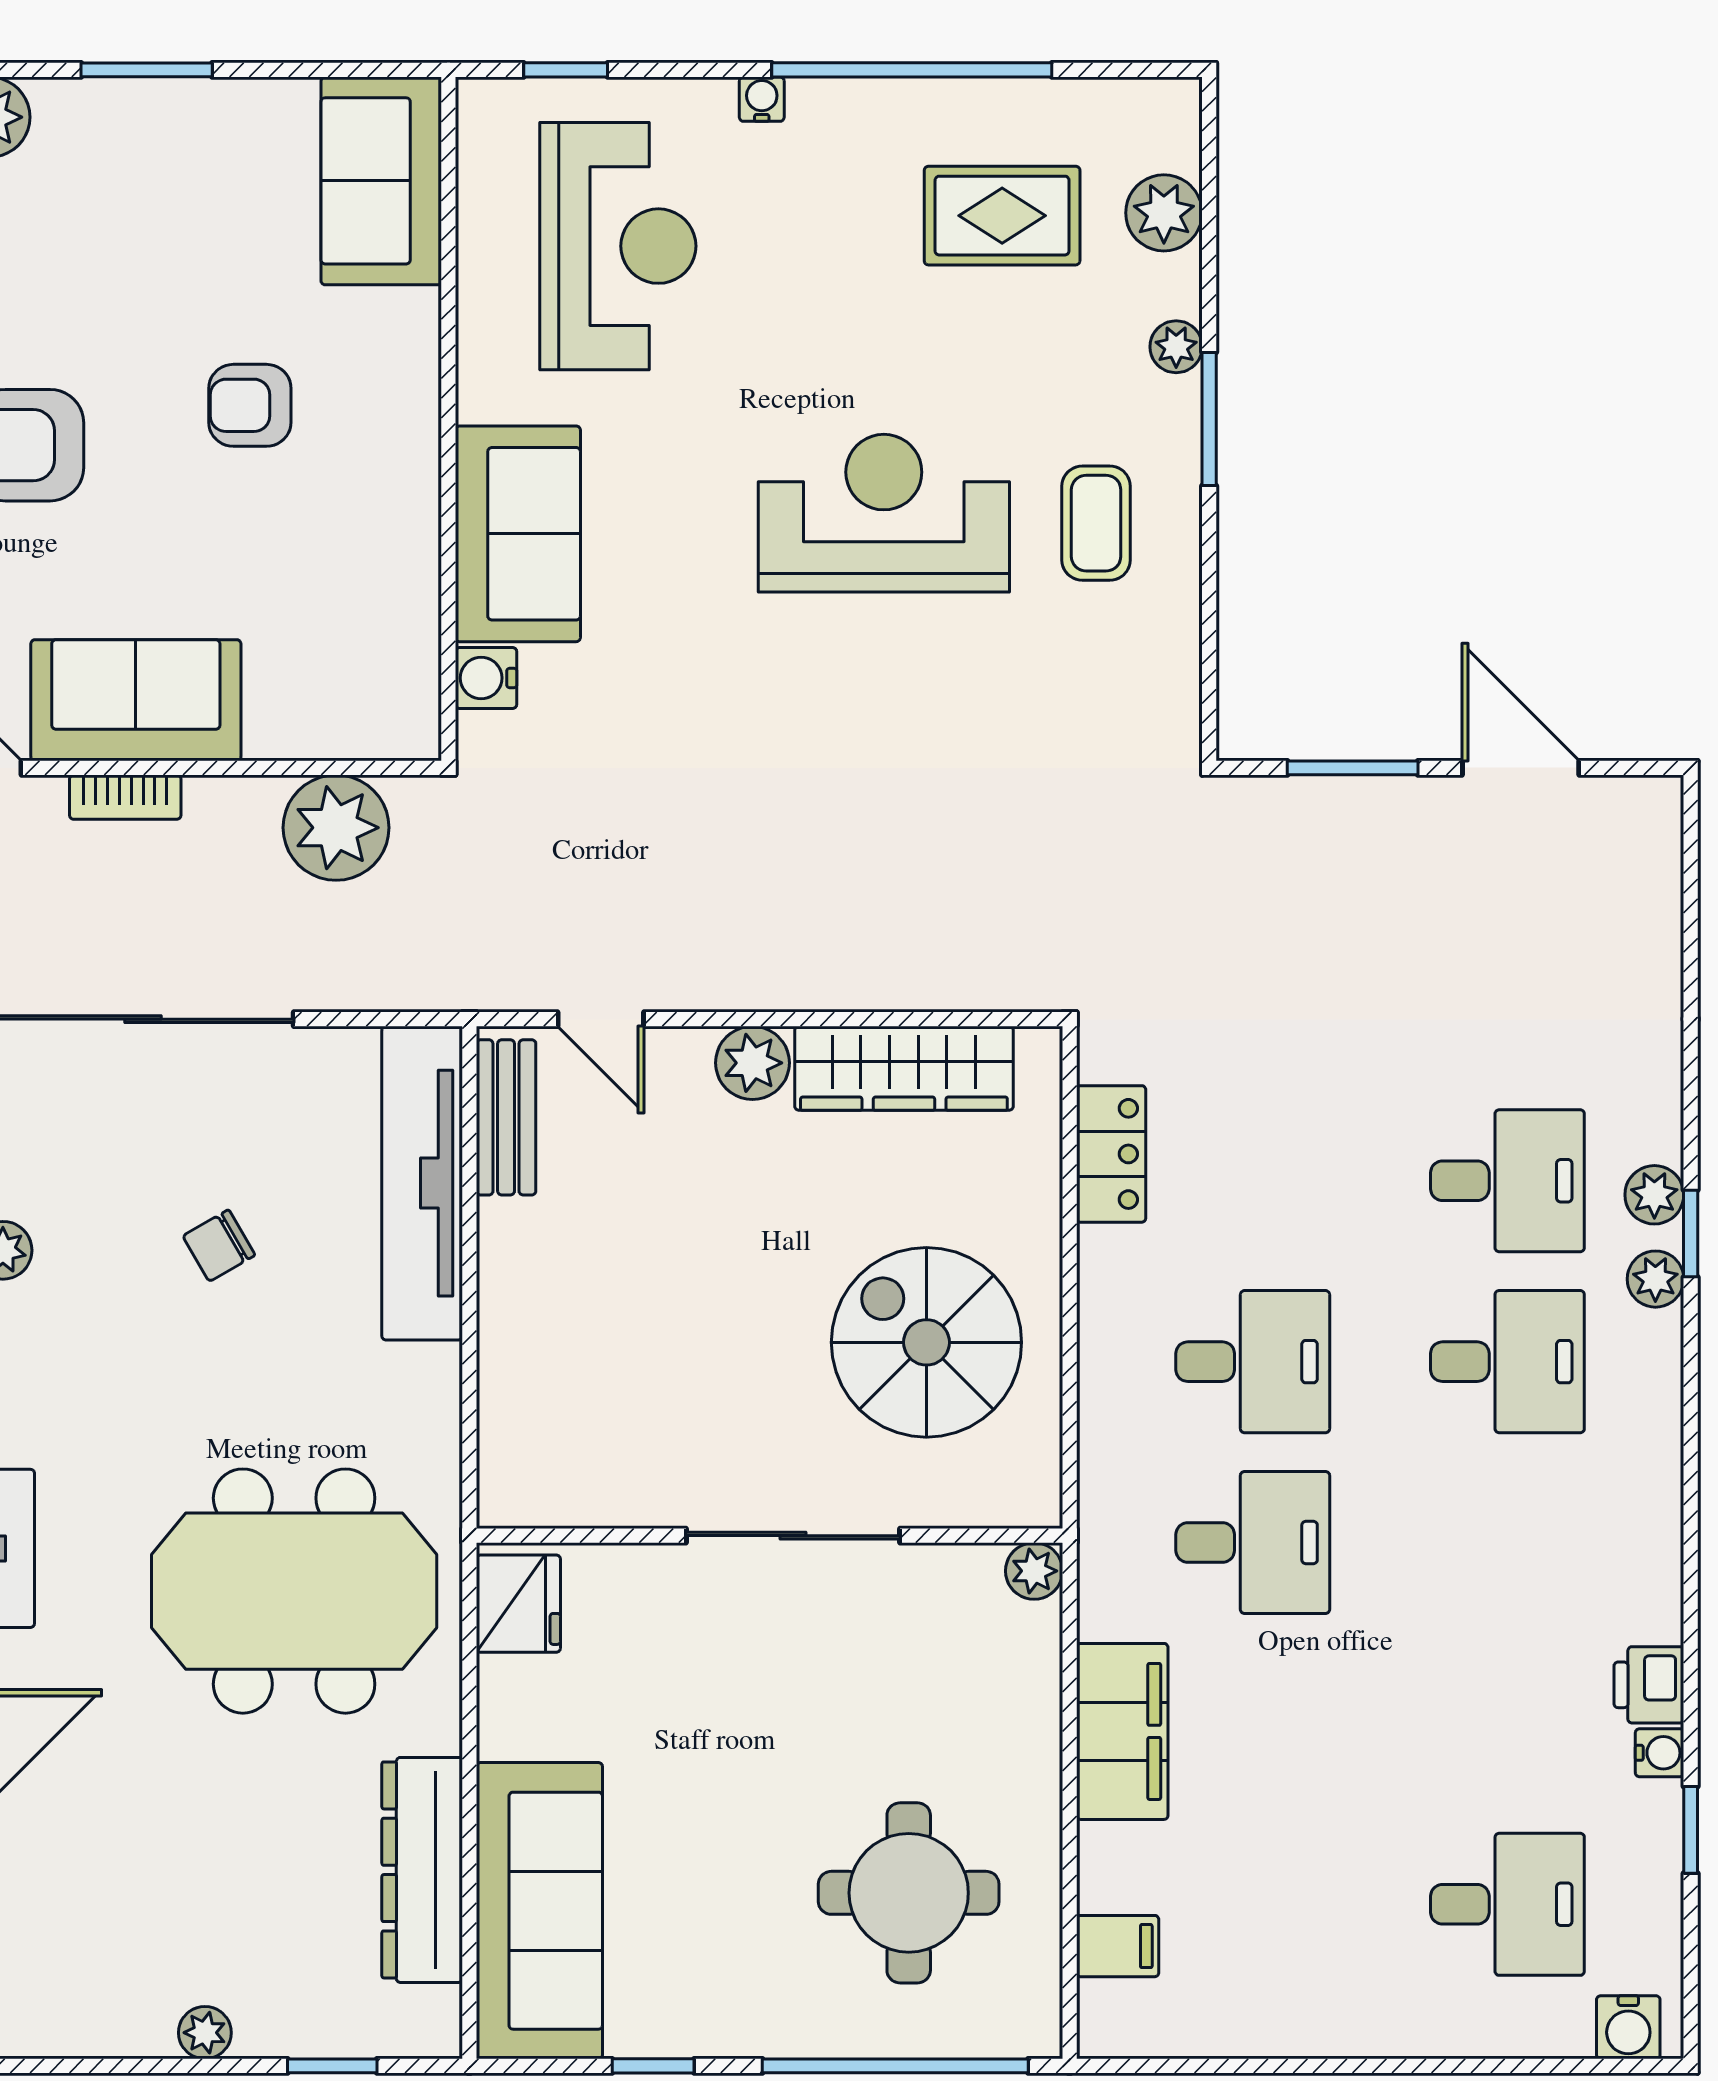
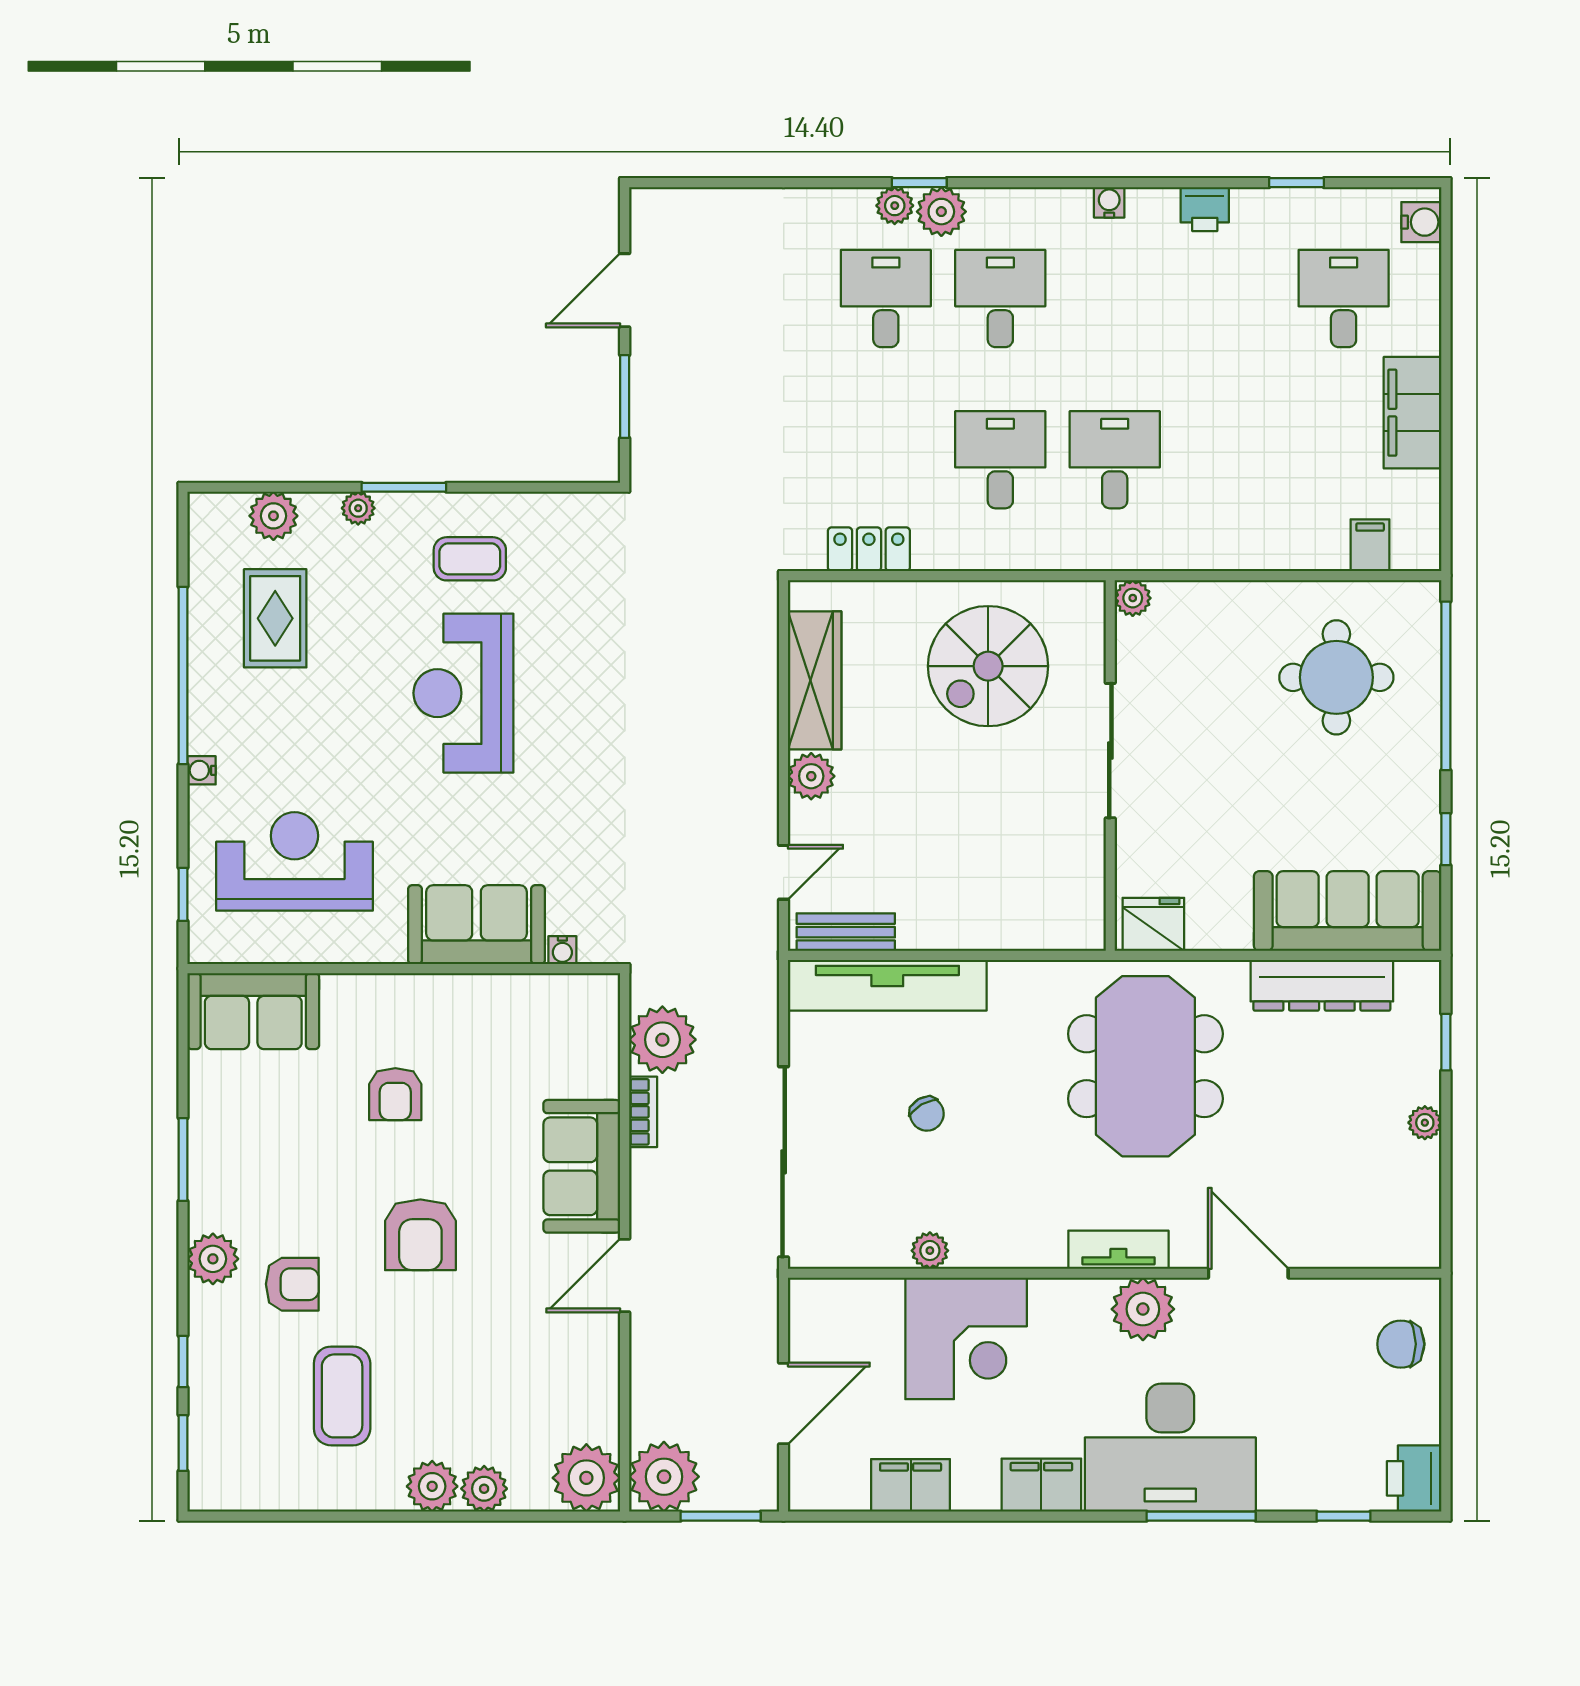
water cooler: (486, 678) -> (562, 950), width x0.72, depth x0.72
bookcase: (125, 797) -> (643, 1112), moved
plant: (1655, 1279) -> (941, 212), width x1.38, depth x1.38
filing cabinet: (1122, 1731) -> (1413, 413), moved, turned -90
water cooler: (1660, 1753) -> (1109, 202), moved

